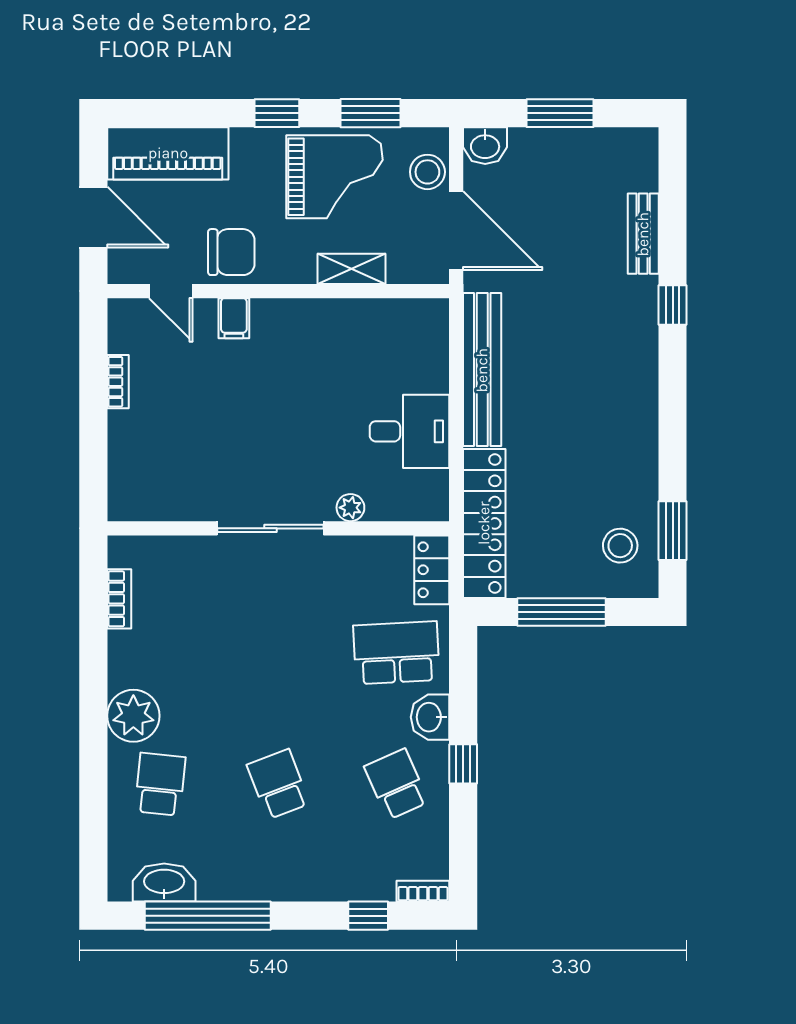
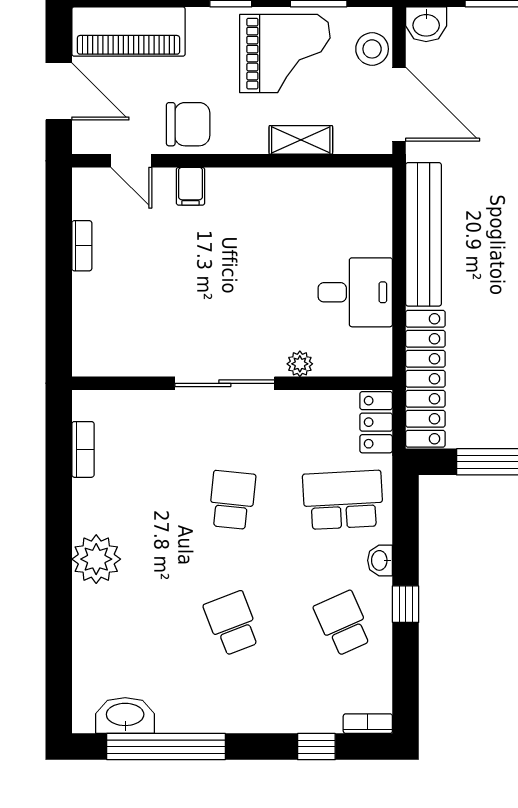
washbasin: (430, 717) -> (380, 560), width x0.72, depth x0.69
school desk: (160, 784) -> (232, 500), moved

